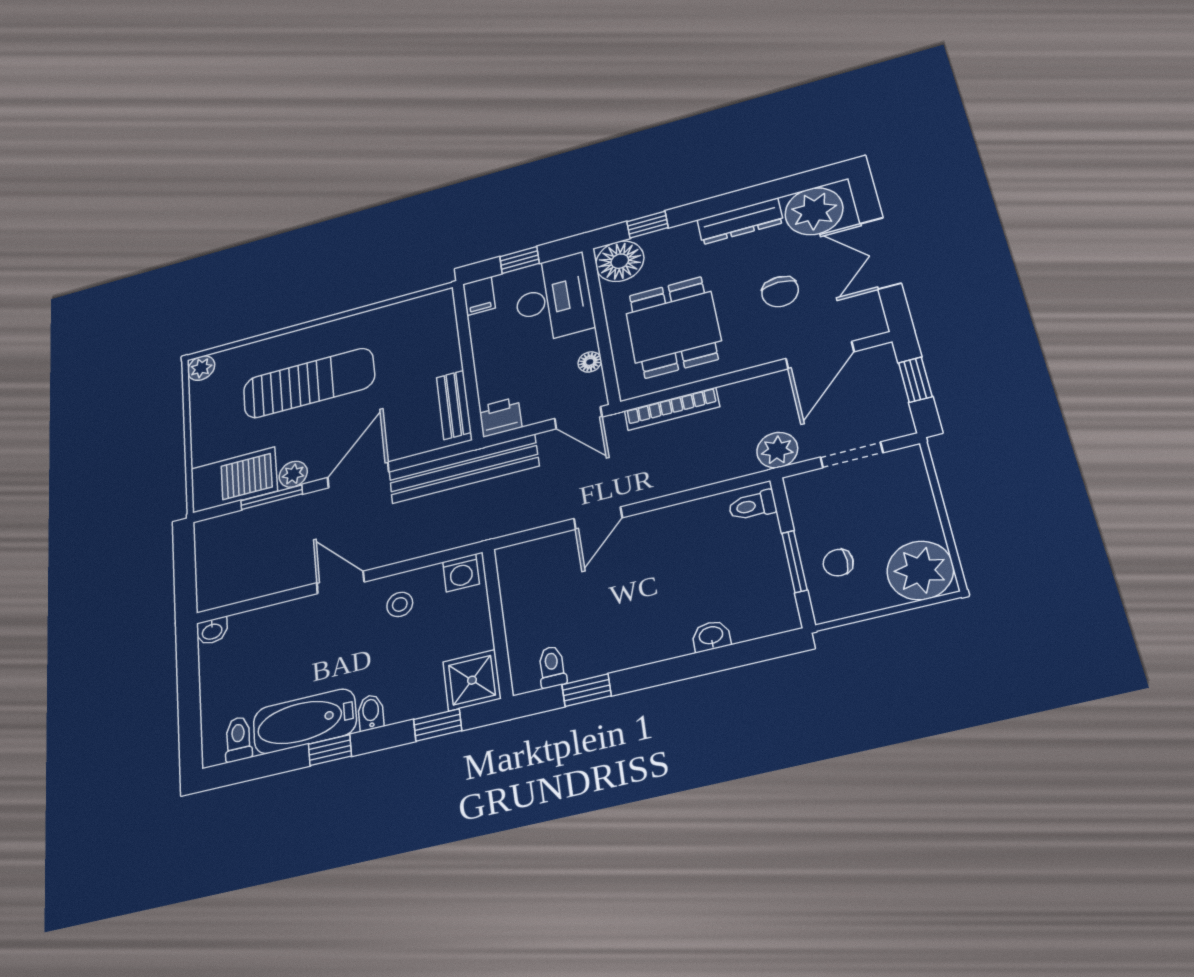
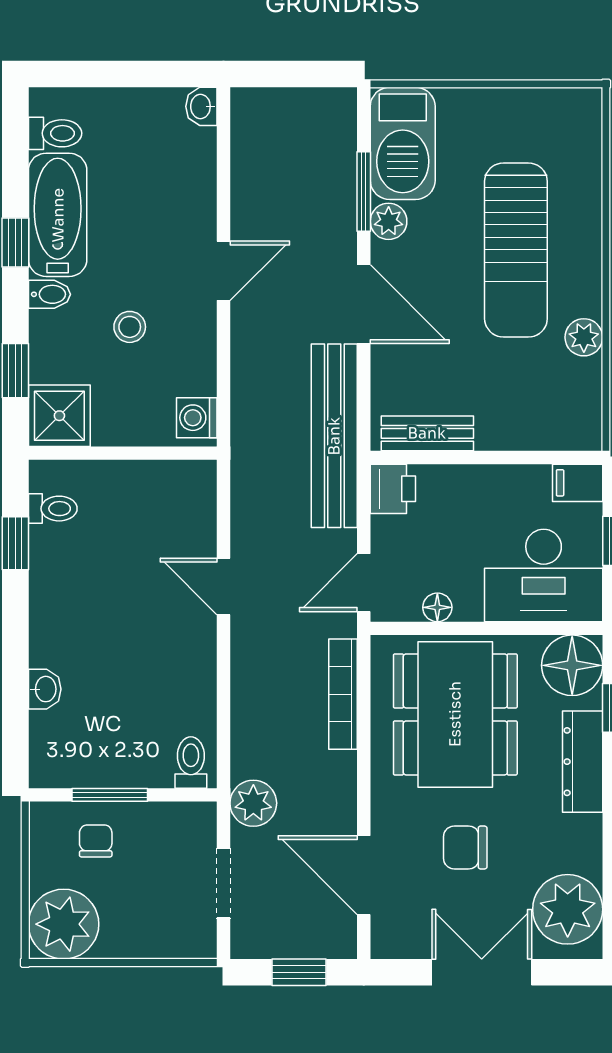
dresser: (740, 221) -> (583, 762), moved
dining table: (673, 327) -> (455, 714), width x1.38
plant: (201, 368) -> (584, 337), moved
stool: (400, 604) -> (130, 327), moved

